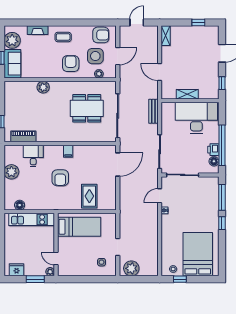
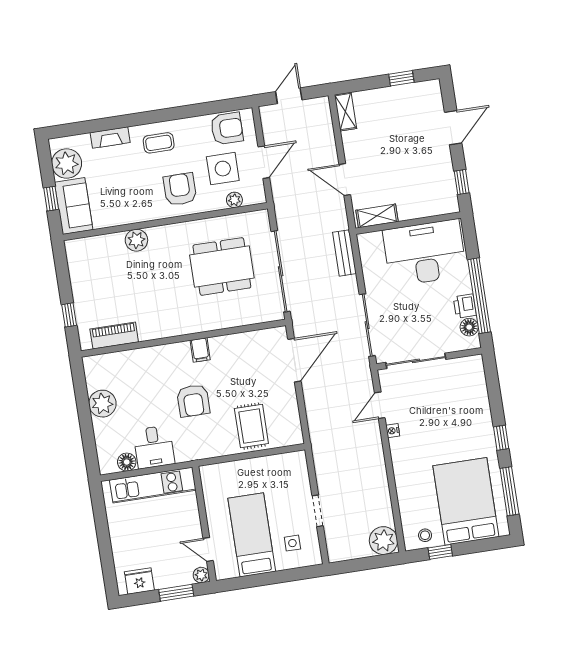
shelving: (187, 94) -> (377, 216), moved
desk: (33, 156) -> (154, 447), moved, turned 180
window: (222, 197) -> (509, 491), moved
bed: (79, 227) -> (252, 535), moved, turned -90
plant: (131, 268) -> (383, 541), moved

